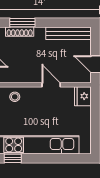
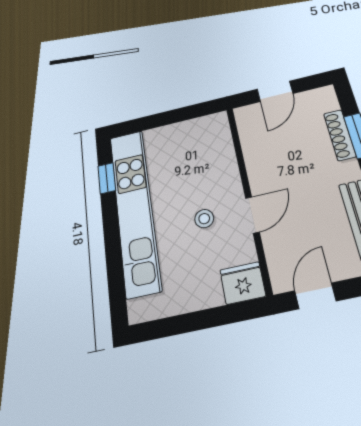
stool: (15, 97) -> (204, 219), moved

